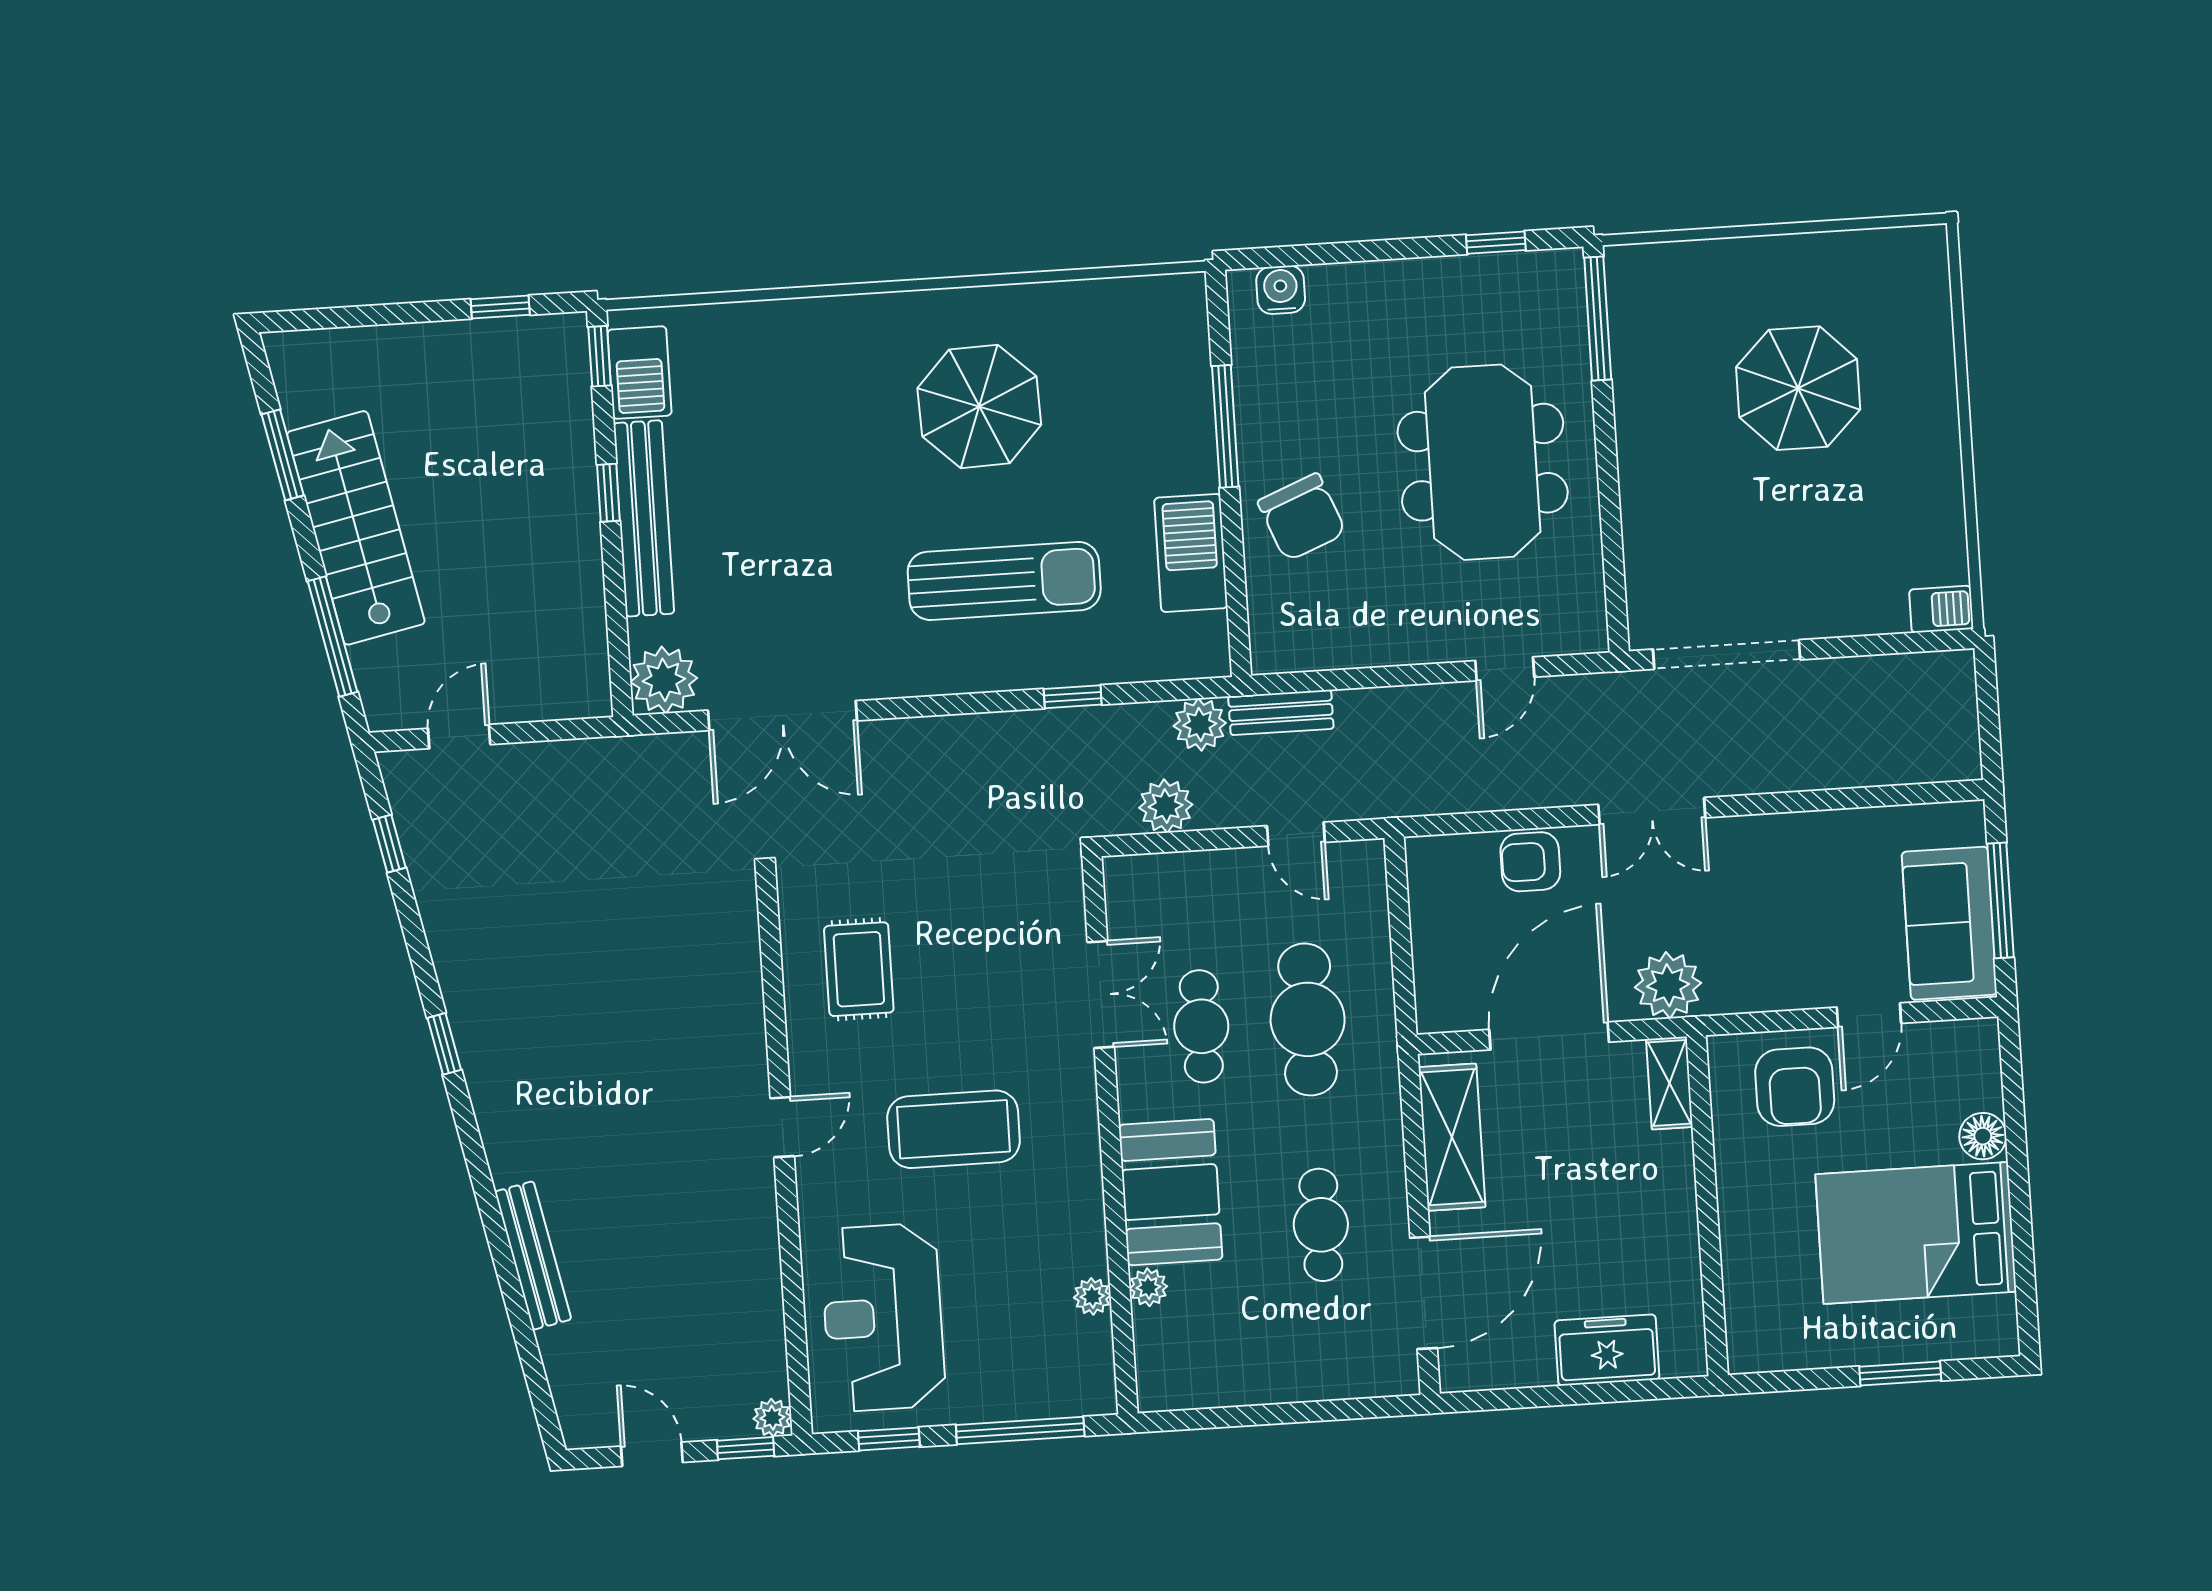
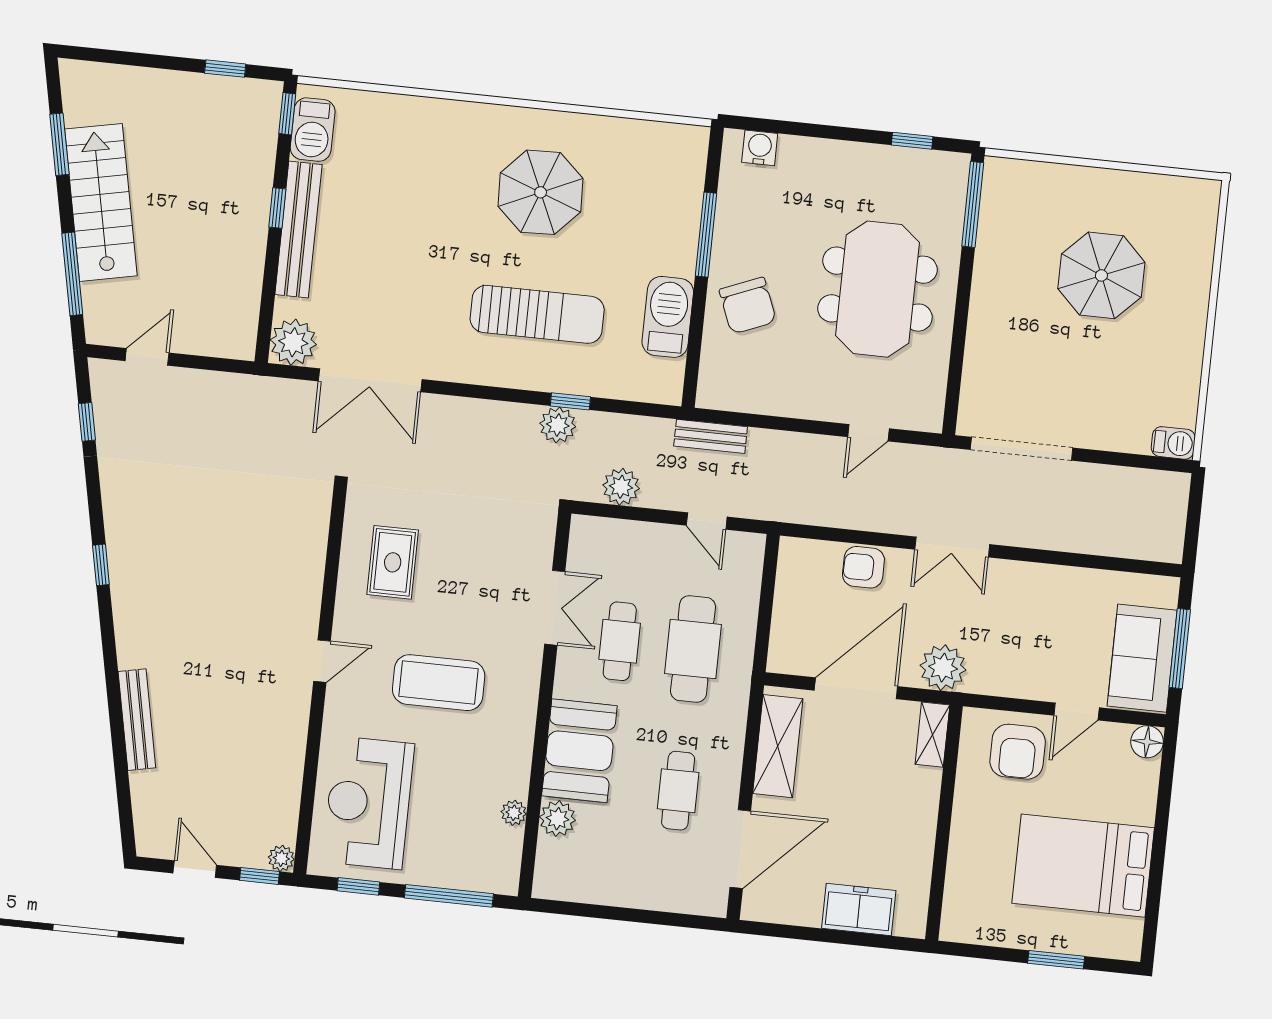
plant: (1200, 725) -> (558, 425), moved
floor lamp: (1983, 1136) -> (1147, 742), moved
plant: (1148, 1287) -> (558, 819), width x1.38, depth x1.38

